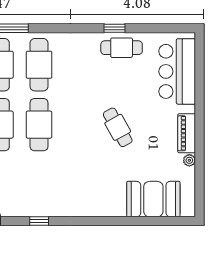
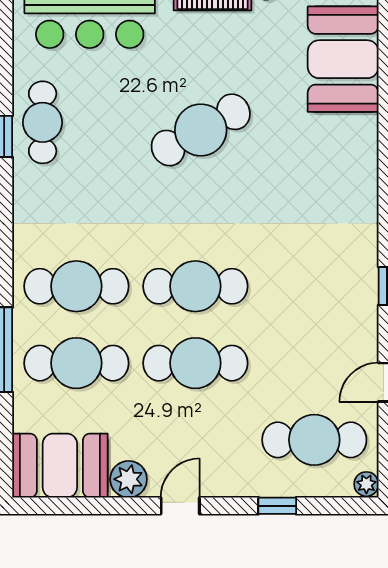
cafe table: (118, 127) -> (201, 130), width x1.37, depth x1.35

